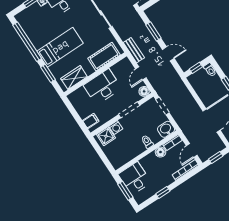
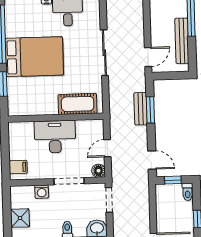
bed: (60, 47) -> (34, 57), width x1.50
bench: (134, 50) -> (141, 109), moved
door: (168, 54) -> (152, 160), moved
wardrobe: (74, 78) -> (29, 107), removed
shower: (106, 136) -> (20, 218), moved

